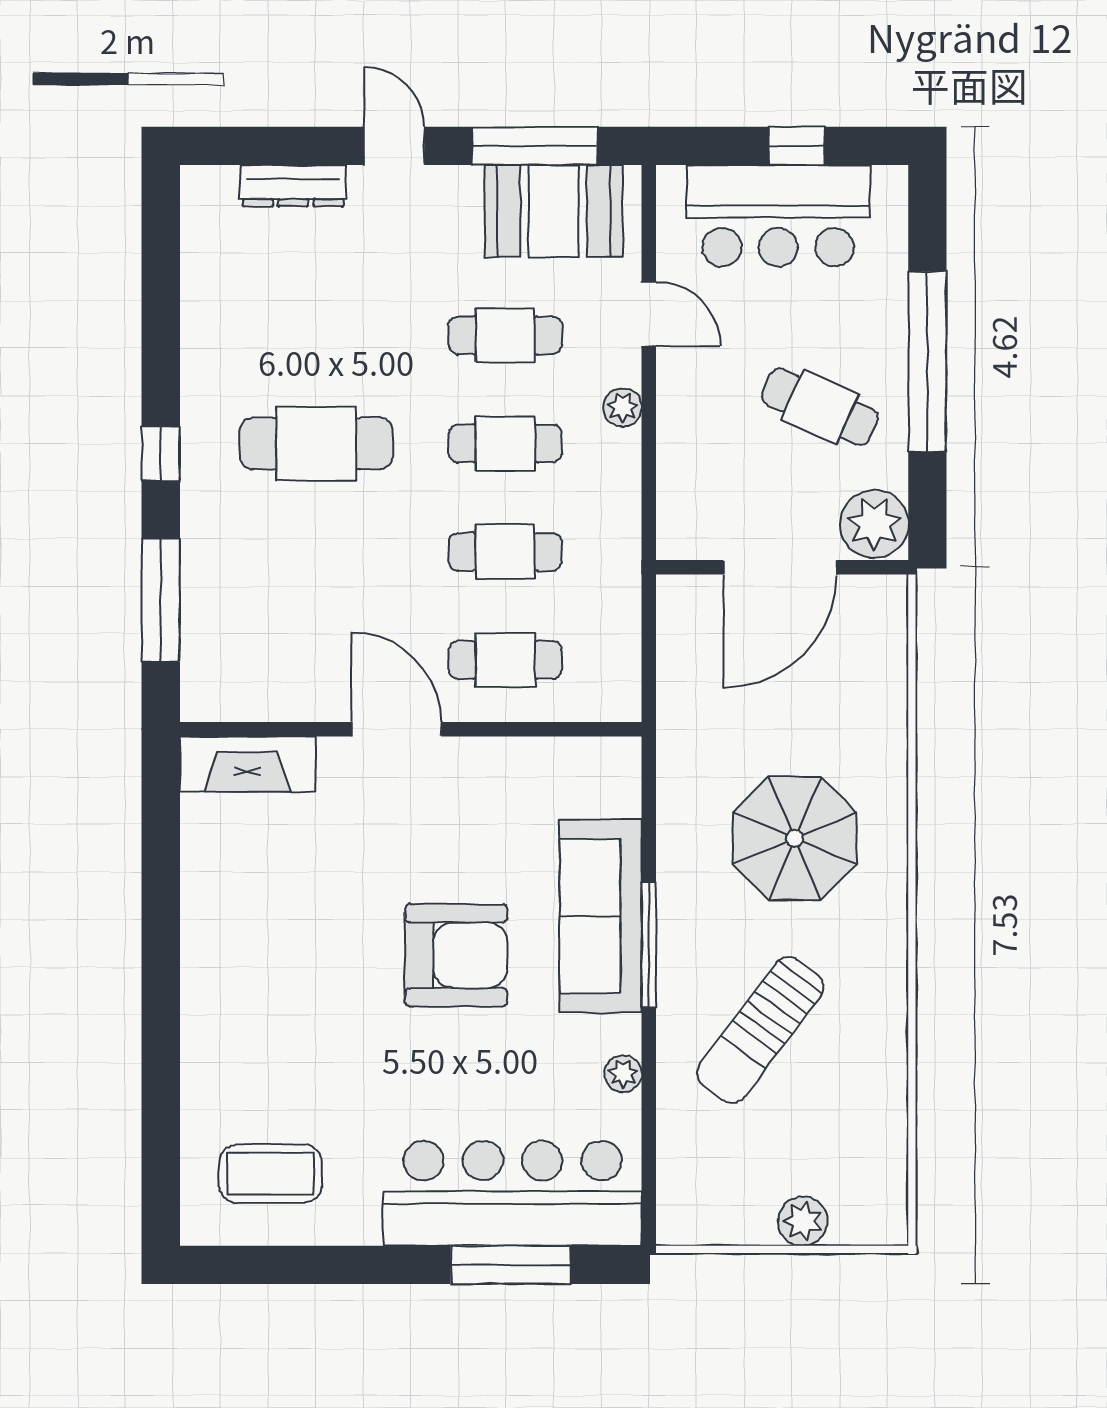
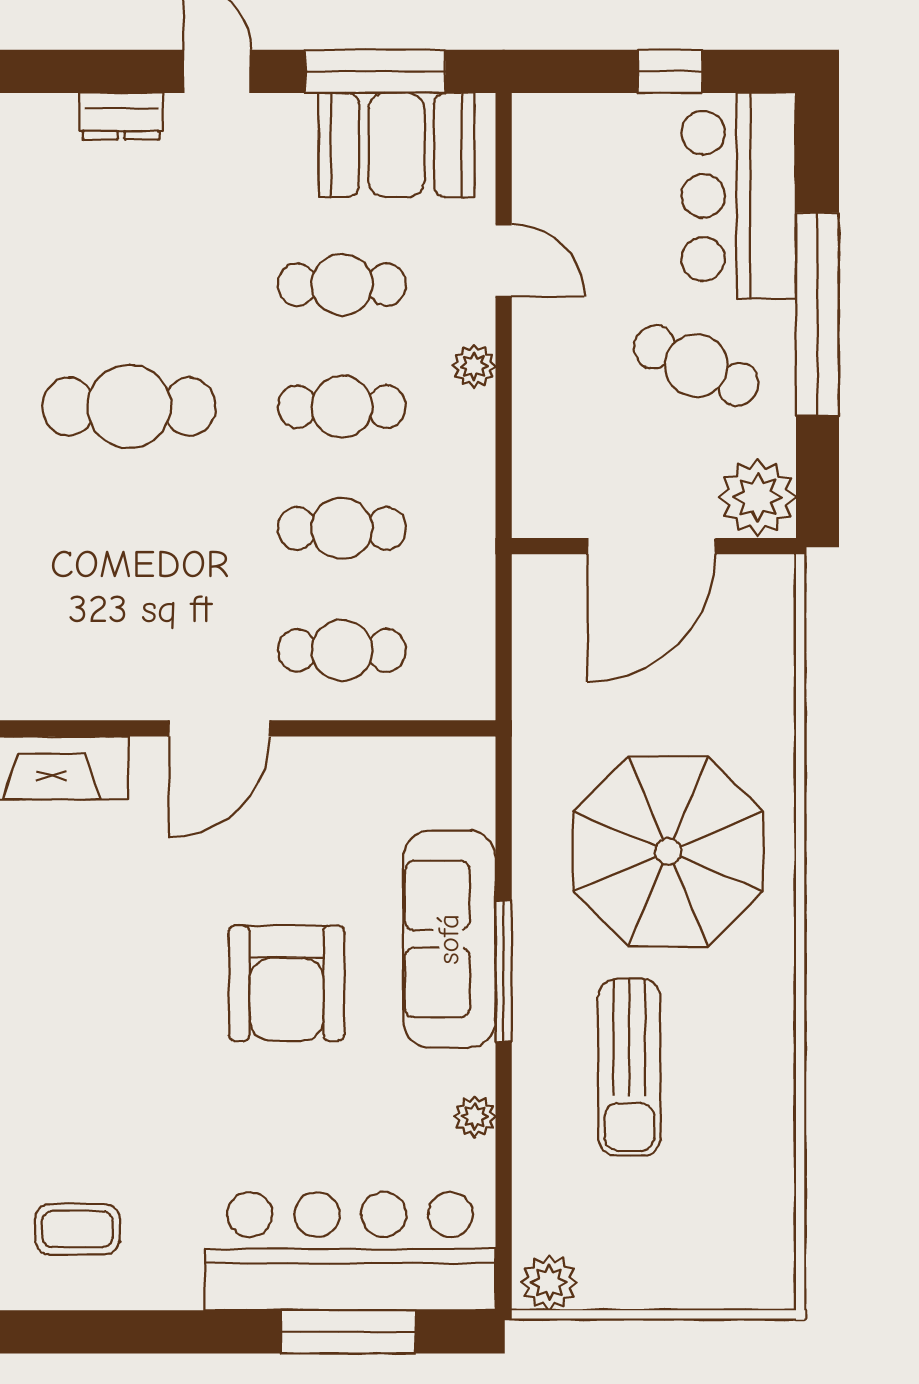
dresser: (293, 186) -> (121, 116), width x0.70
bar counter: (778, 216) -> (739, 196), moved, turned 90
door: (396, 729) -> (219, 728), swing flipped
parasol: (795, 838) -> (668, 851), width x1.36, depth x1.36
armchair: (456, 955) -> (286, 983), turned 90
sun lounger: (760, 1030) -> (629, 1067), turned -37
coffee table: (270, 1174) -> (77, 1229), width x0.73, depth x0.77
plant: (803, 1221) -> (549, 1282), moved

